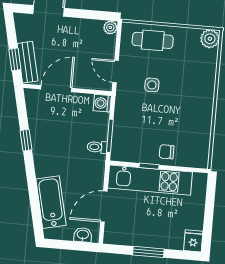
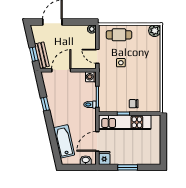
fridge: (193, 241) -> (104, 158), moved

